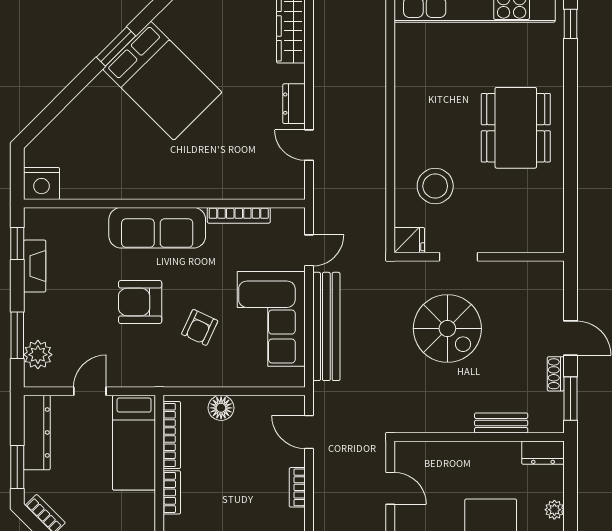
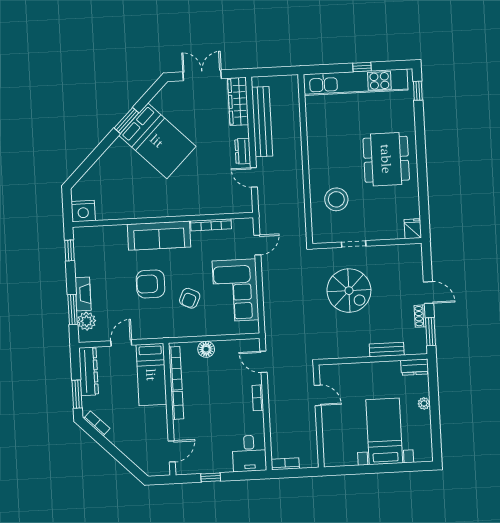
fridge: (409, 240) -> (413, 229), moved, turned -90
fireplace: (35, 266) -> (83, 294), moved
bench: (326, 326) -> (262, 122), moved

